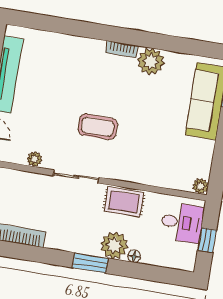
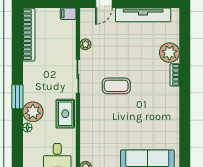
bookcase: (122, 49) -> (175, 75), moved
plant: (151, 61) -> (169, 53), moved
coffee table: (98, 127) -> (116, 86), turned 90

